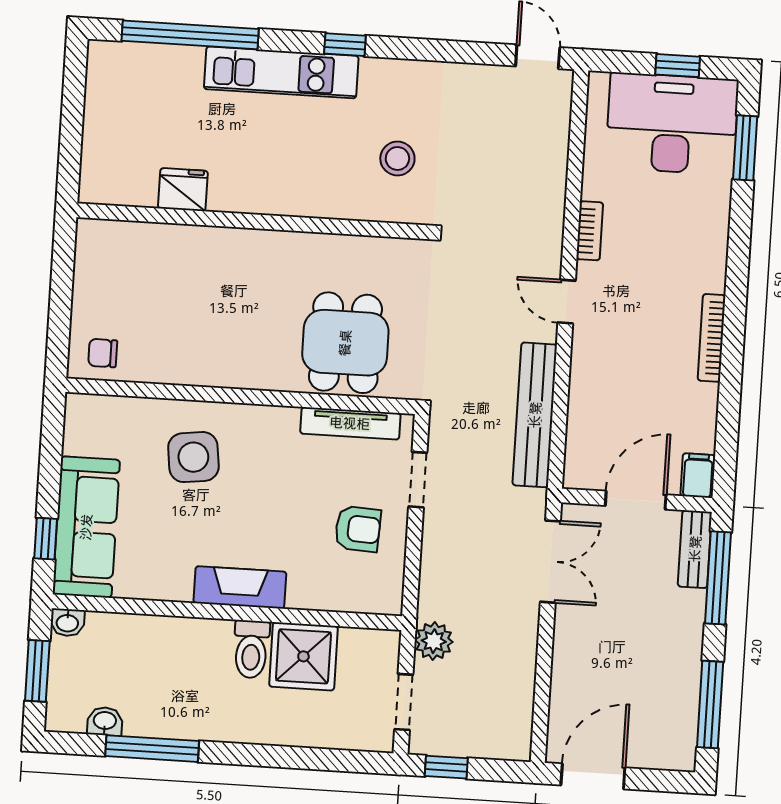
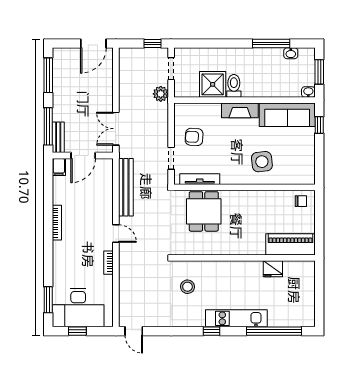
piano: (135, 247) -> (290, 244), added
sofa: (86, 527) -> (287, 115), moved, turned -90

